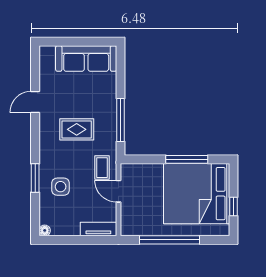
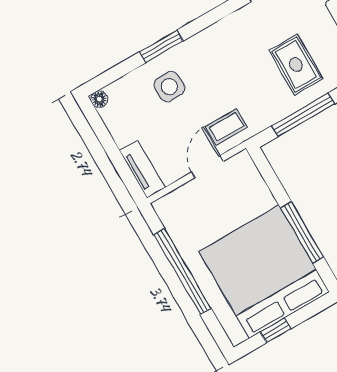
rug: (77, 129) -> (296, 64), moved

